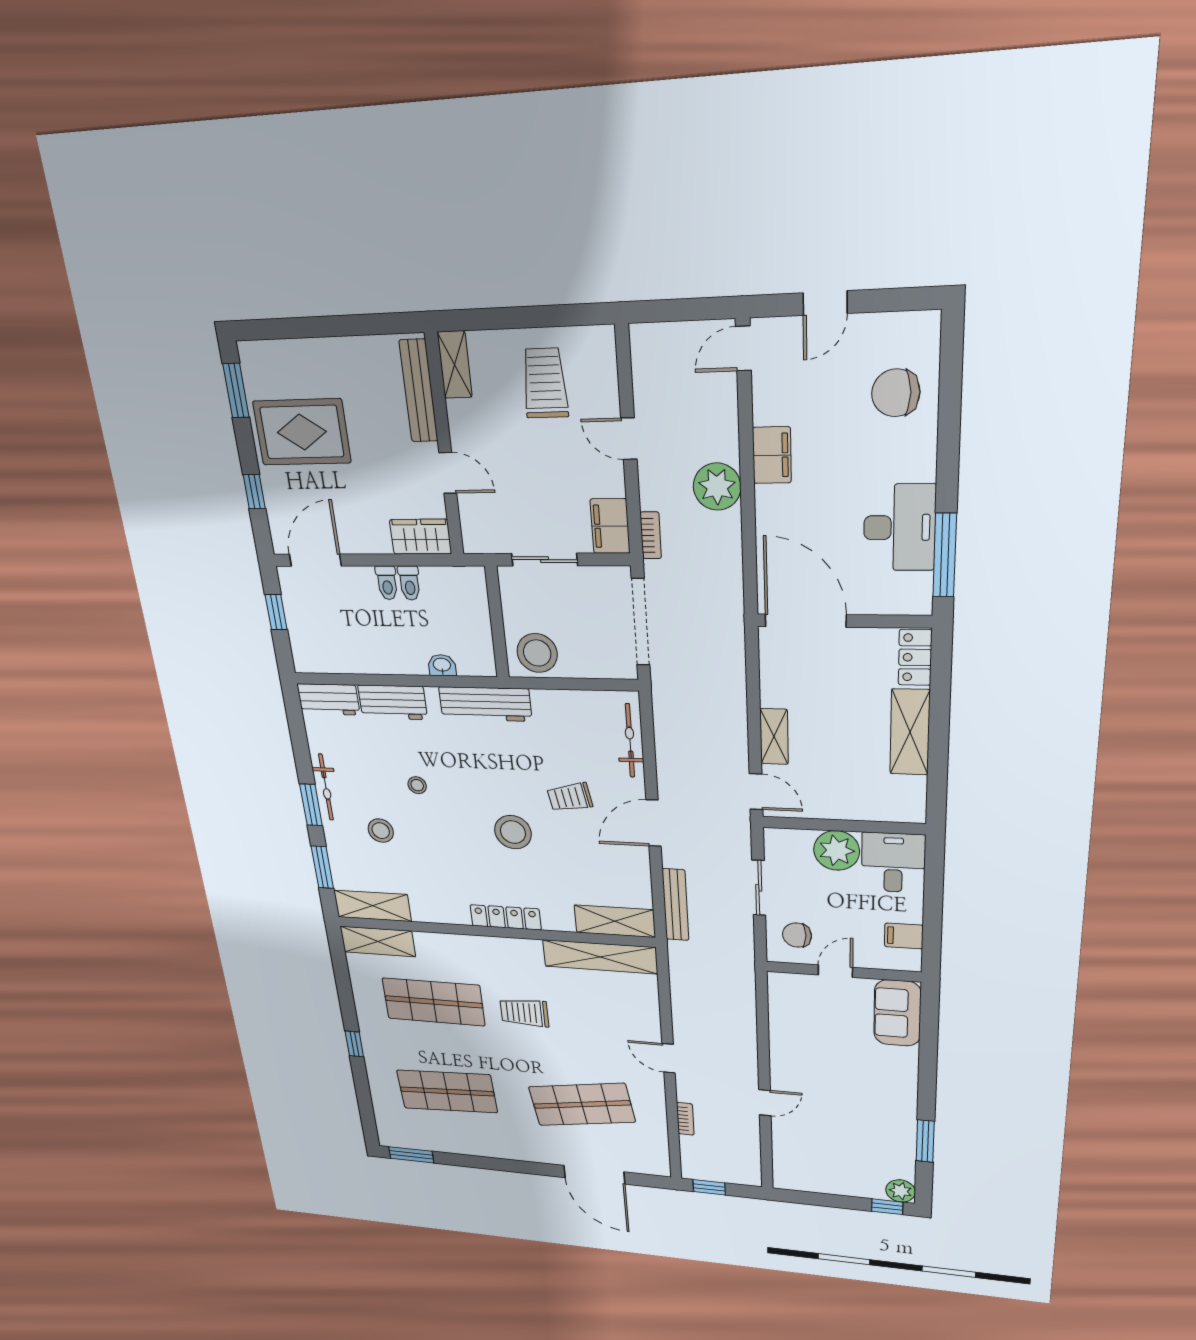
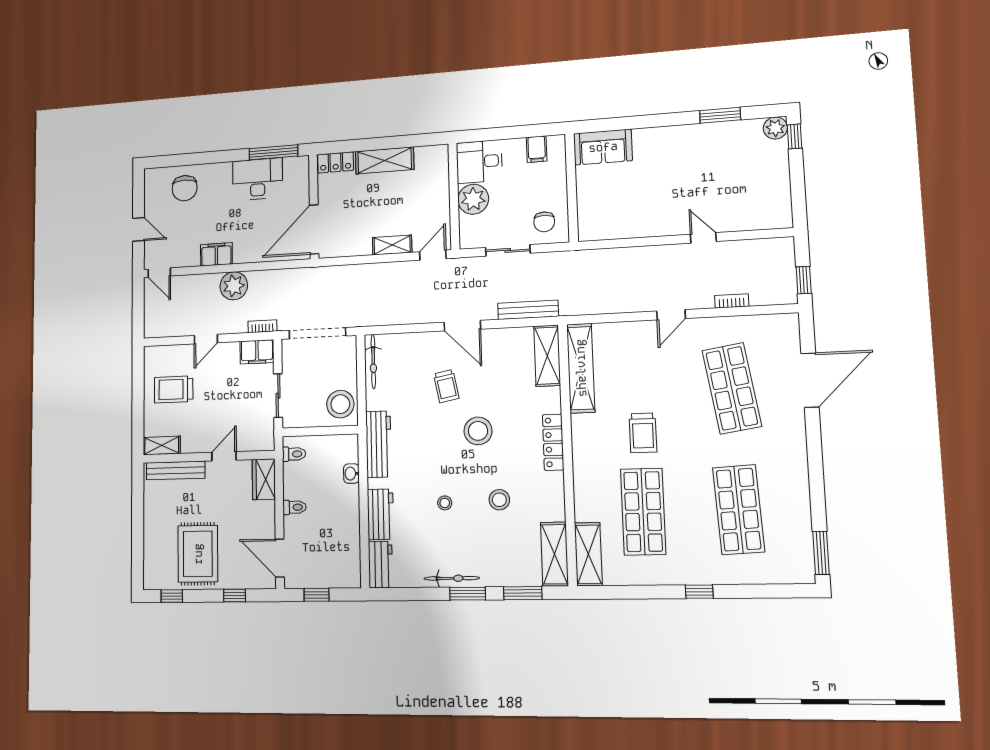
window: (236, 391) -> (172, 596), width x0.67
toilet: (409, 583) -> (294, 454), moved
bicycle: (630, 741) -> (373, 362), moved, turned -90
stool: (381, 831) -> (499, 500), moved
door: (835, 971) -> (572, 193), removed

